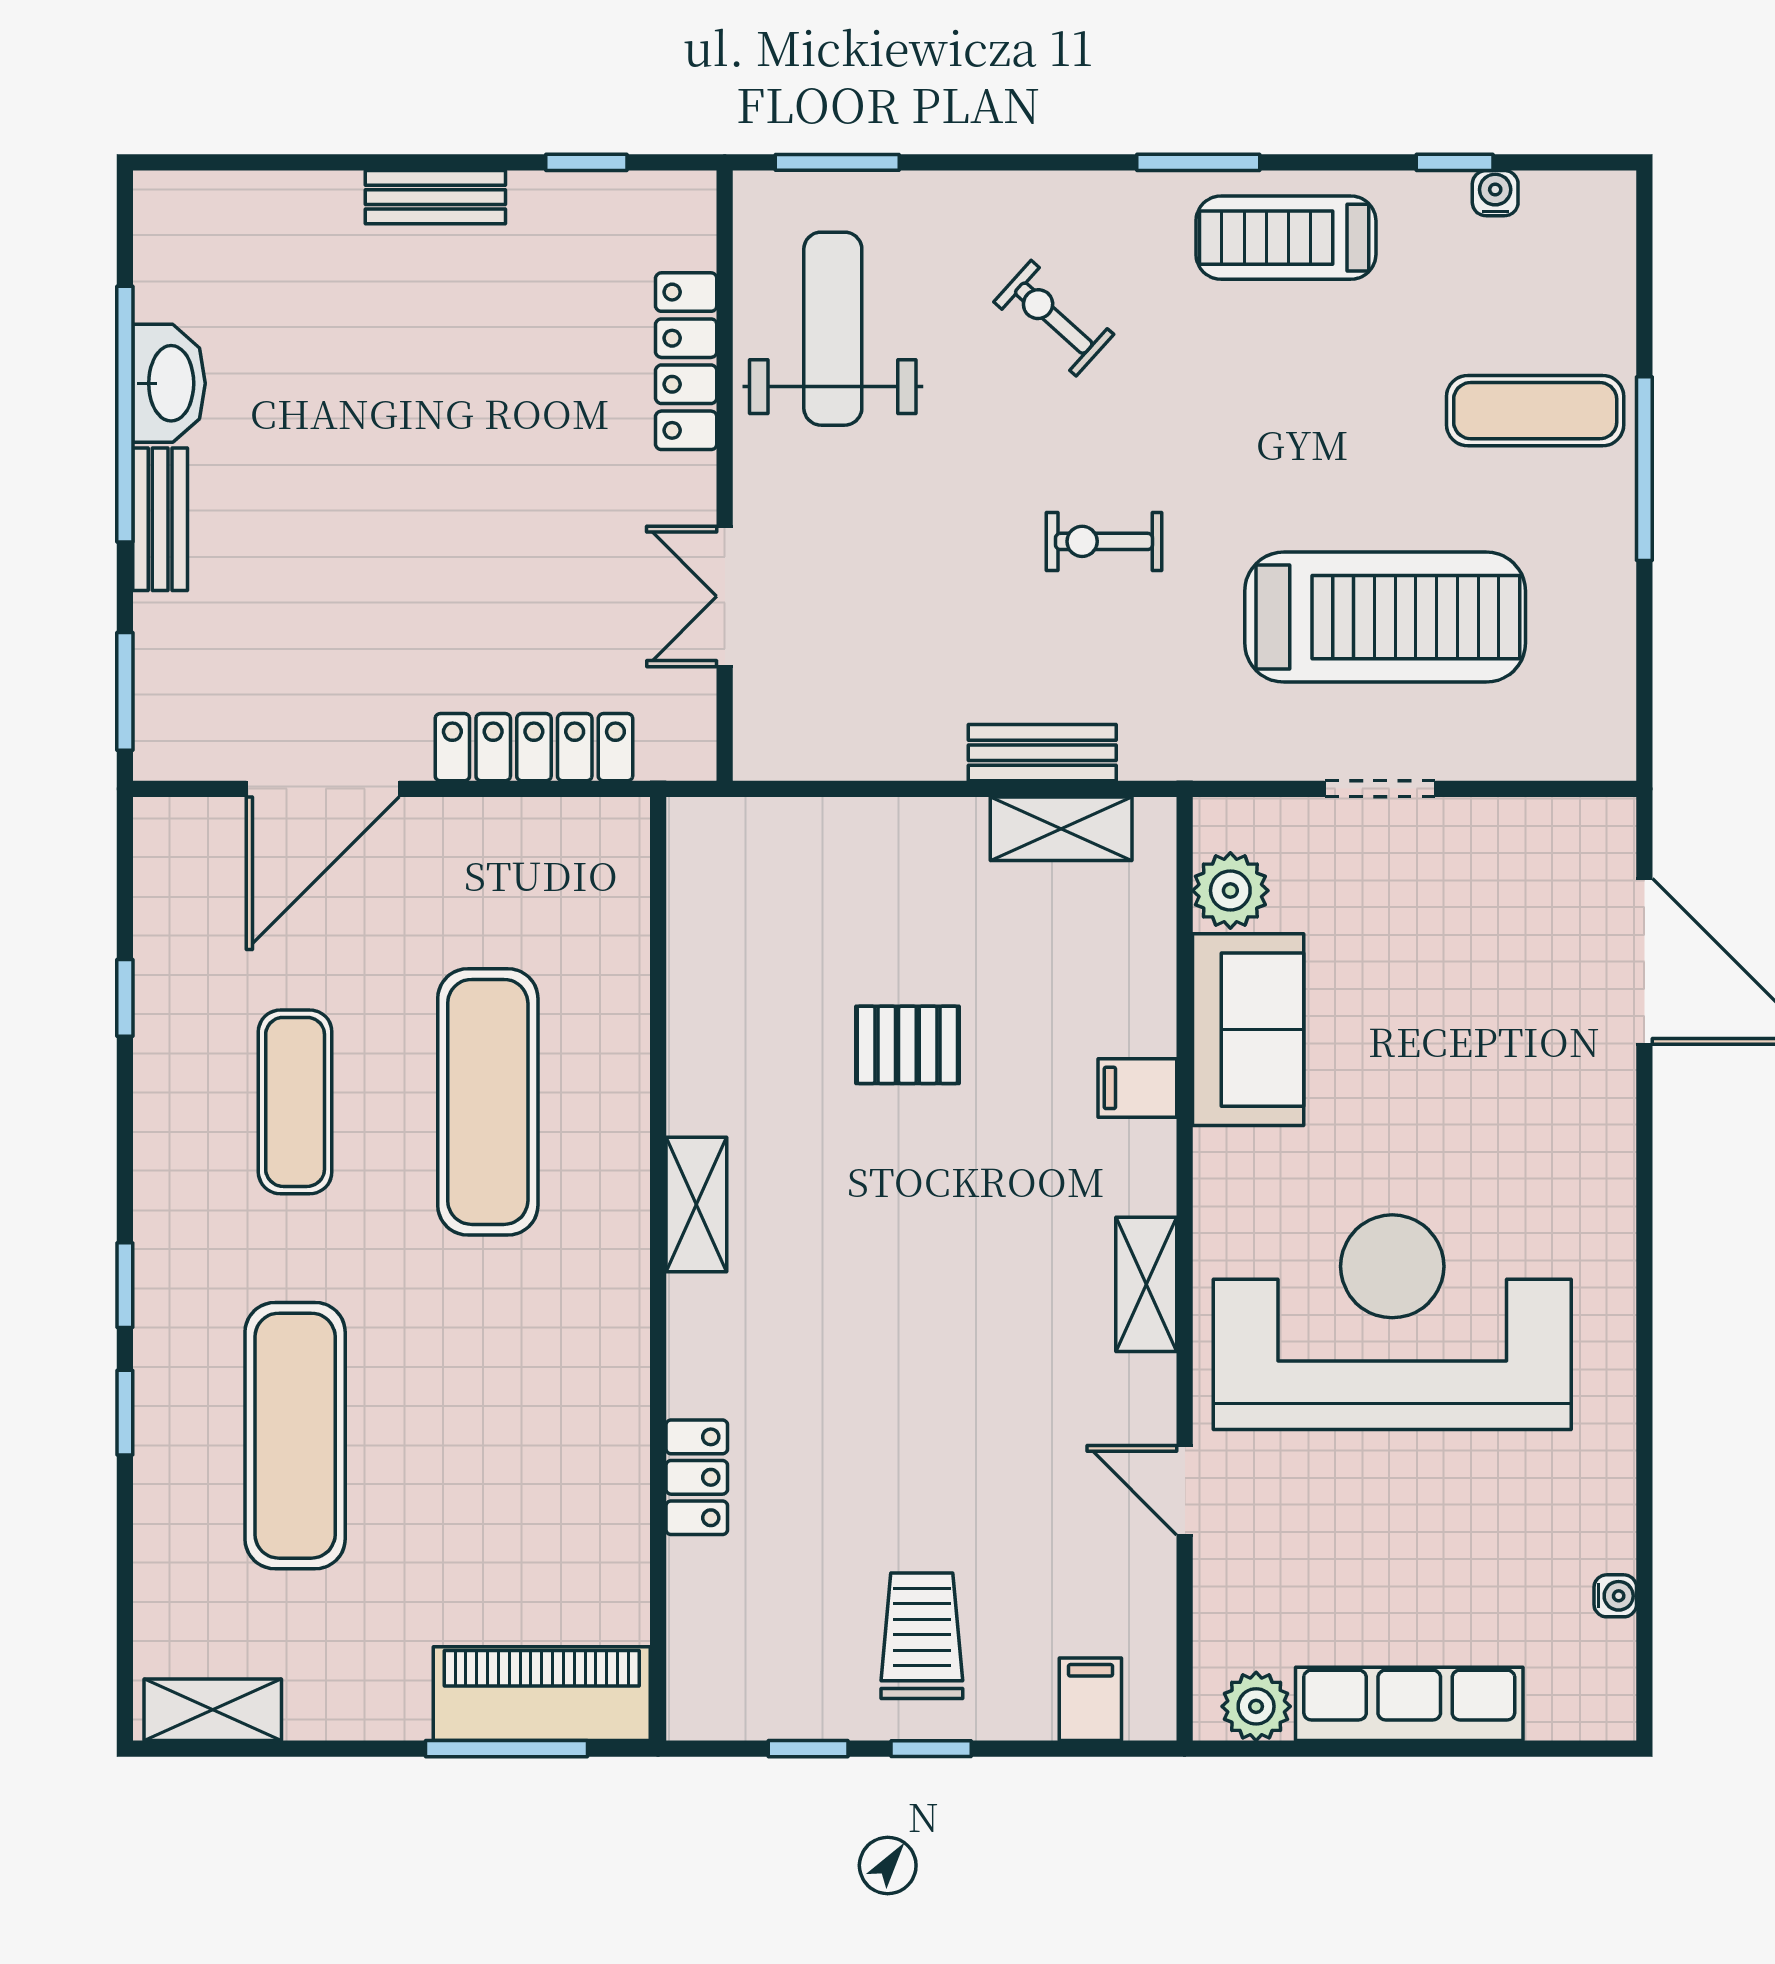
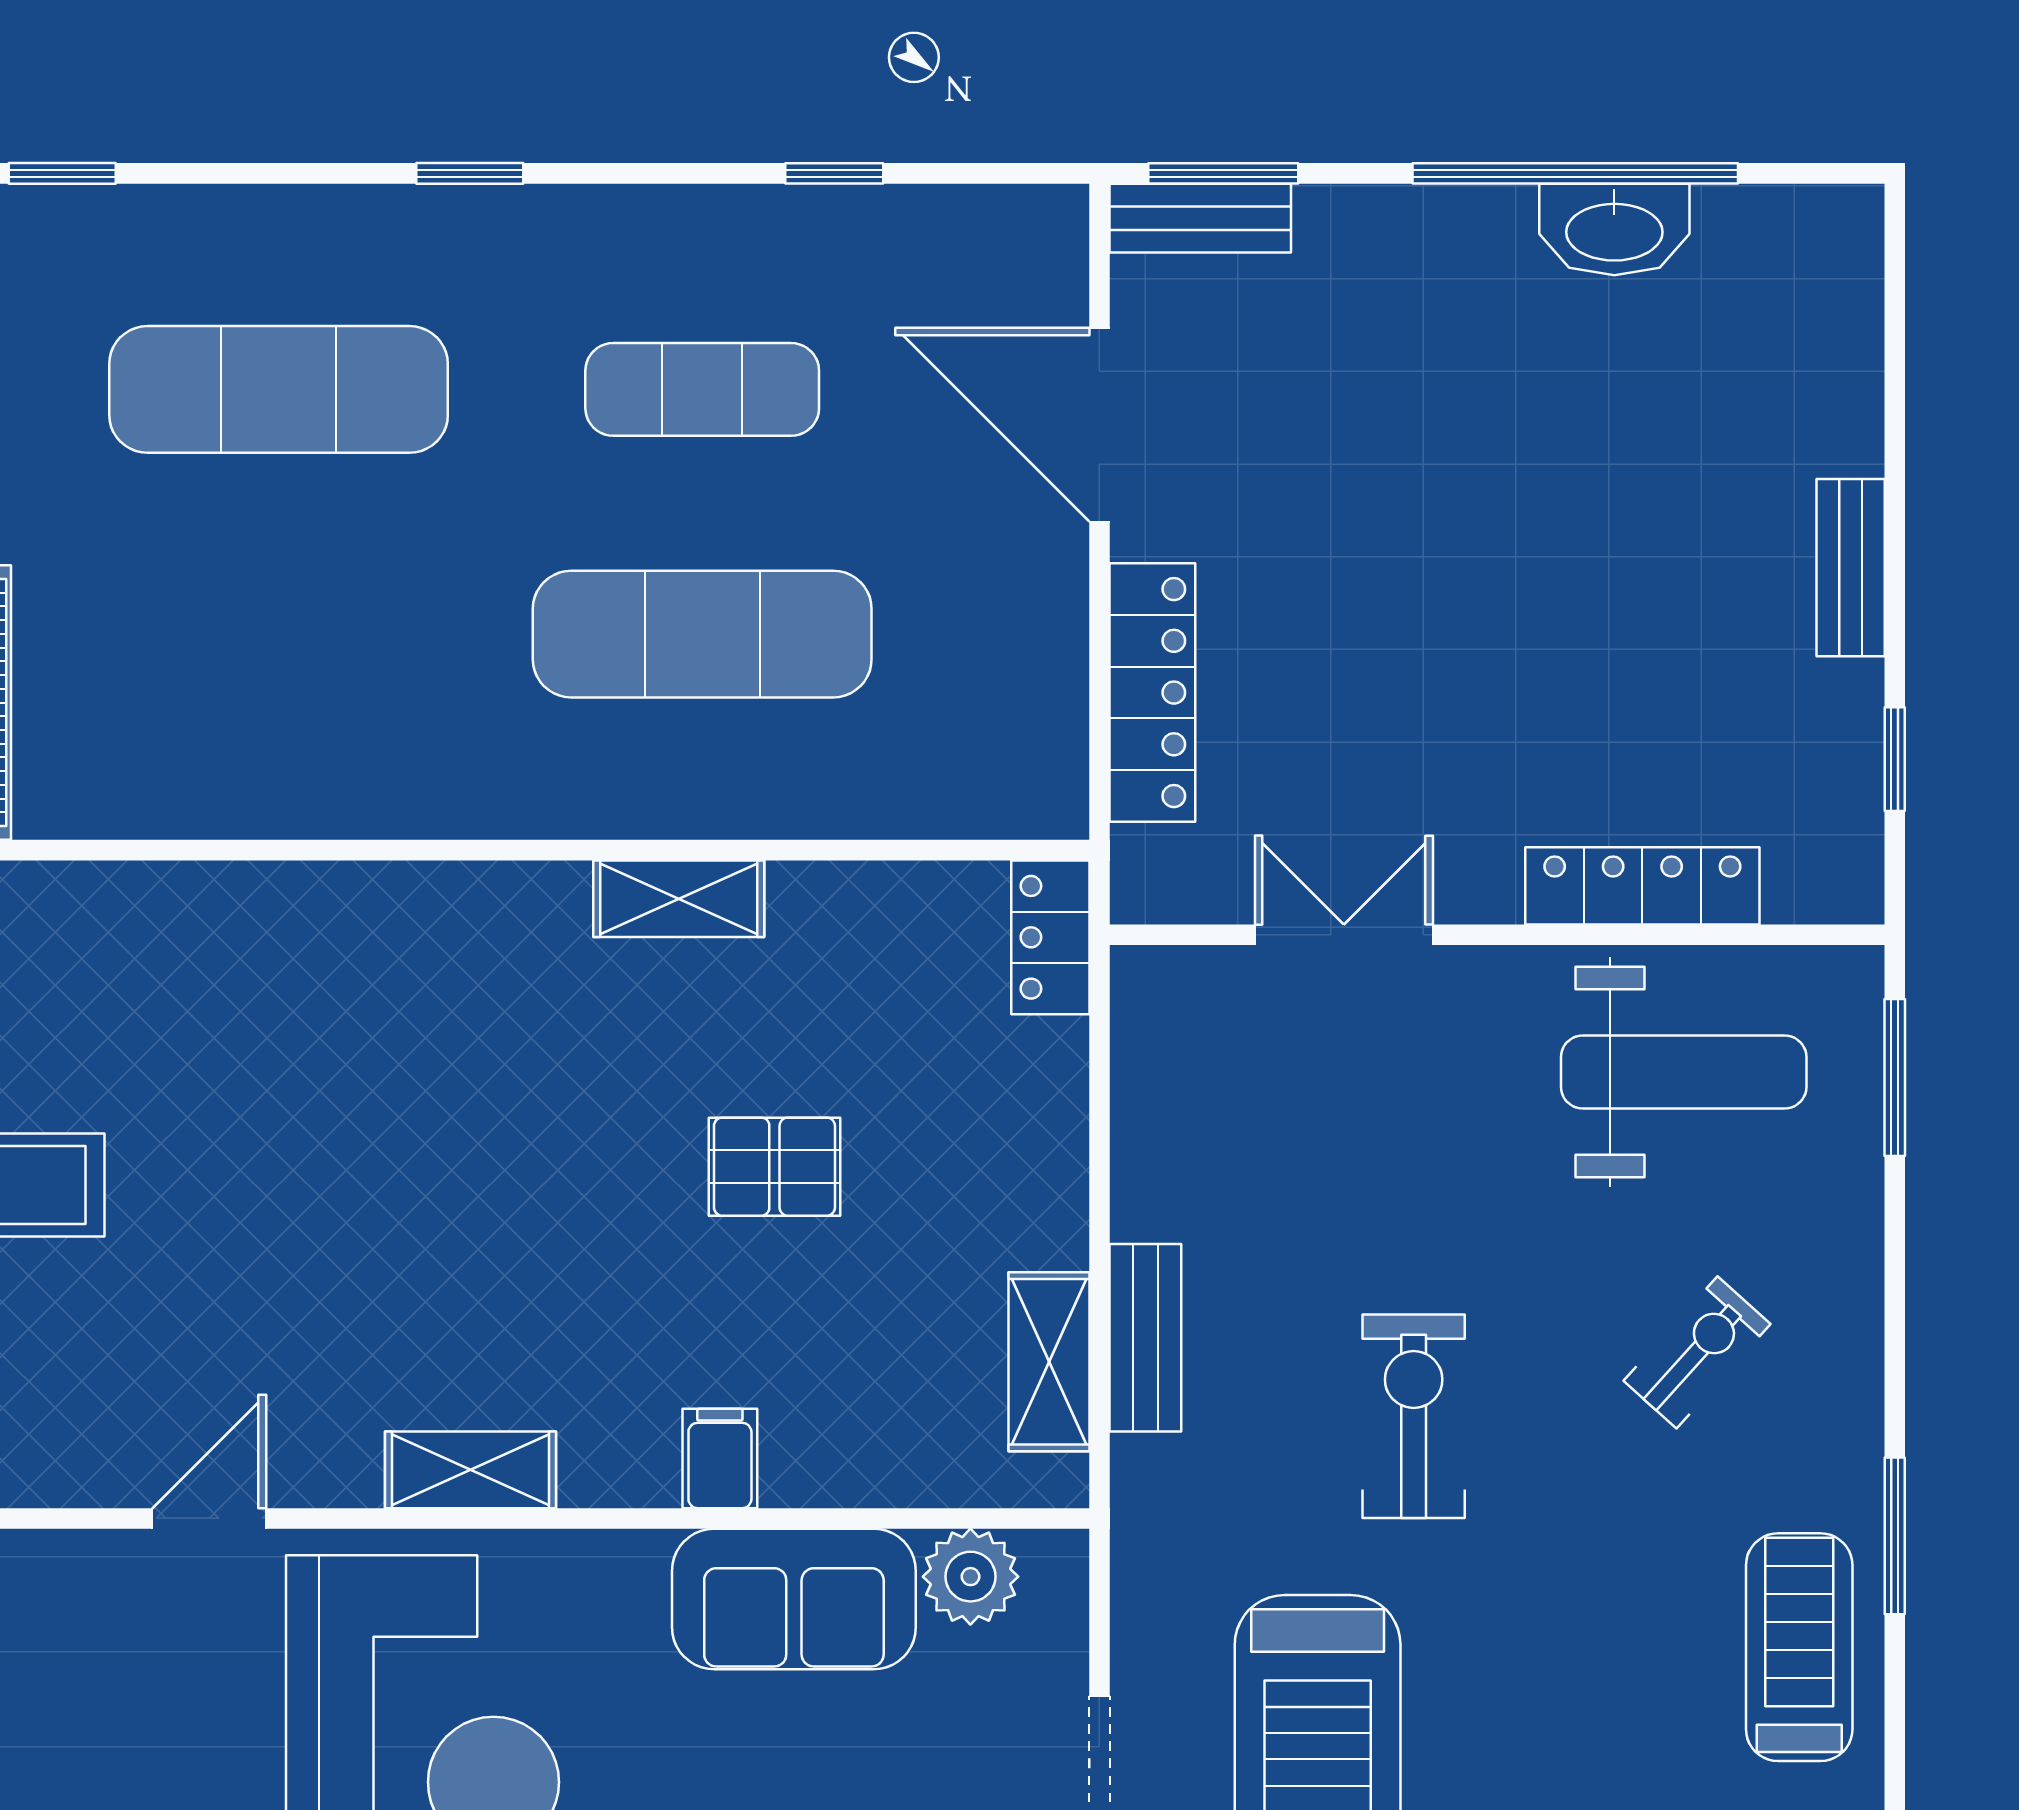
bench: (160, 519) -> (1200, 218), moved
exercise bike: (1104, 541) -> (1414, 1416), width x1.38, depth x1.39
pallet: (907, 1045) -> (774, 1167), turned 90
shelving: (696, 1204) -> (679, 899), moved
window: (125, 1413) -> (62, 173), moved
locker: (697, 1477) -> (1050, 937), moved, turned 90

